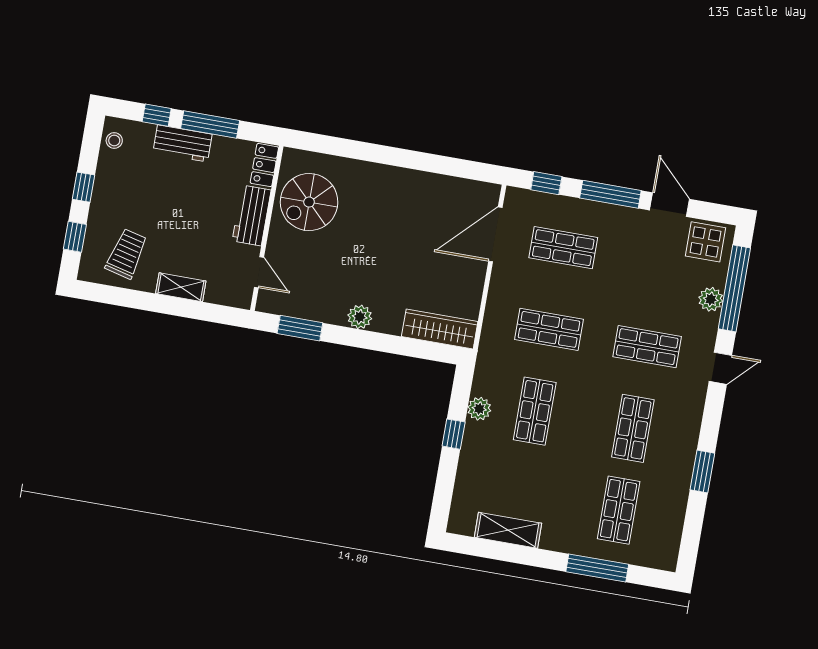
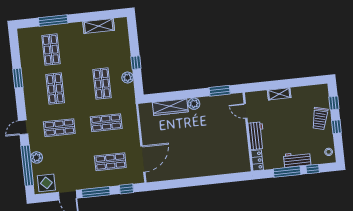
spiral stairs: (309, 202) -> (232, 149), removed
trolley: (126, 254) -> (320, 119), moved
wardrobe: (440, 329) -> (170, 107), moved

